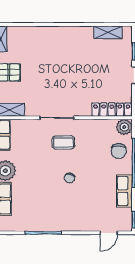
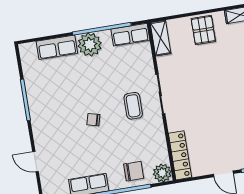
chair: (119, 151) -> (134, 171), turned 180
door: (109, 233) -> (35, 162), moved

